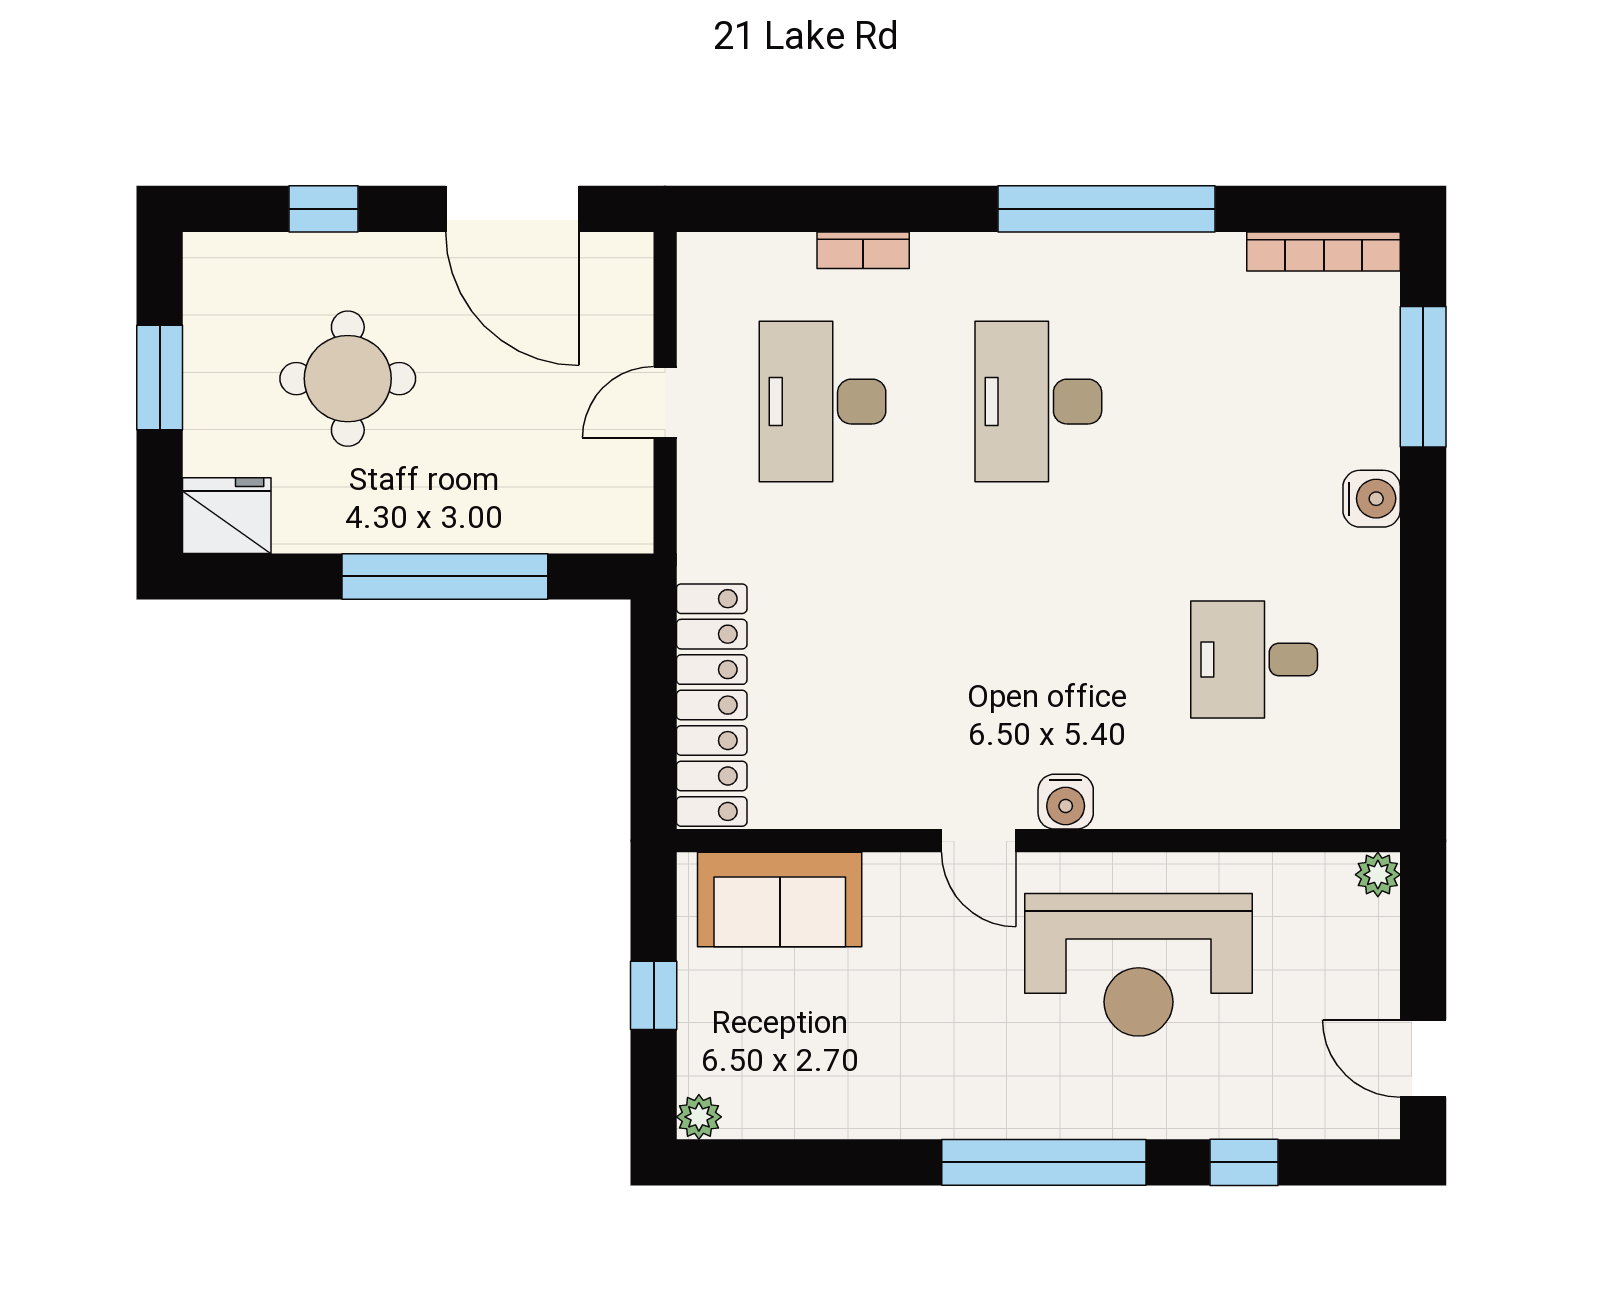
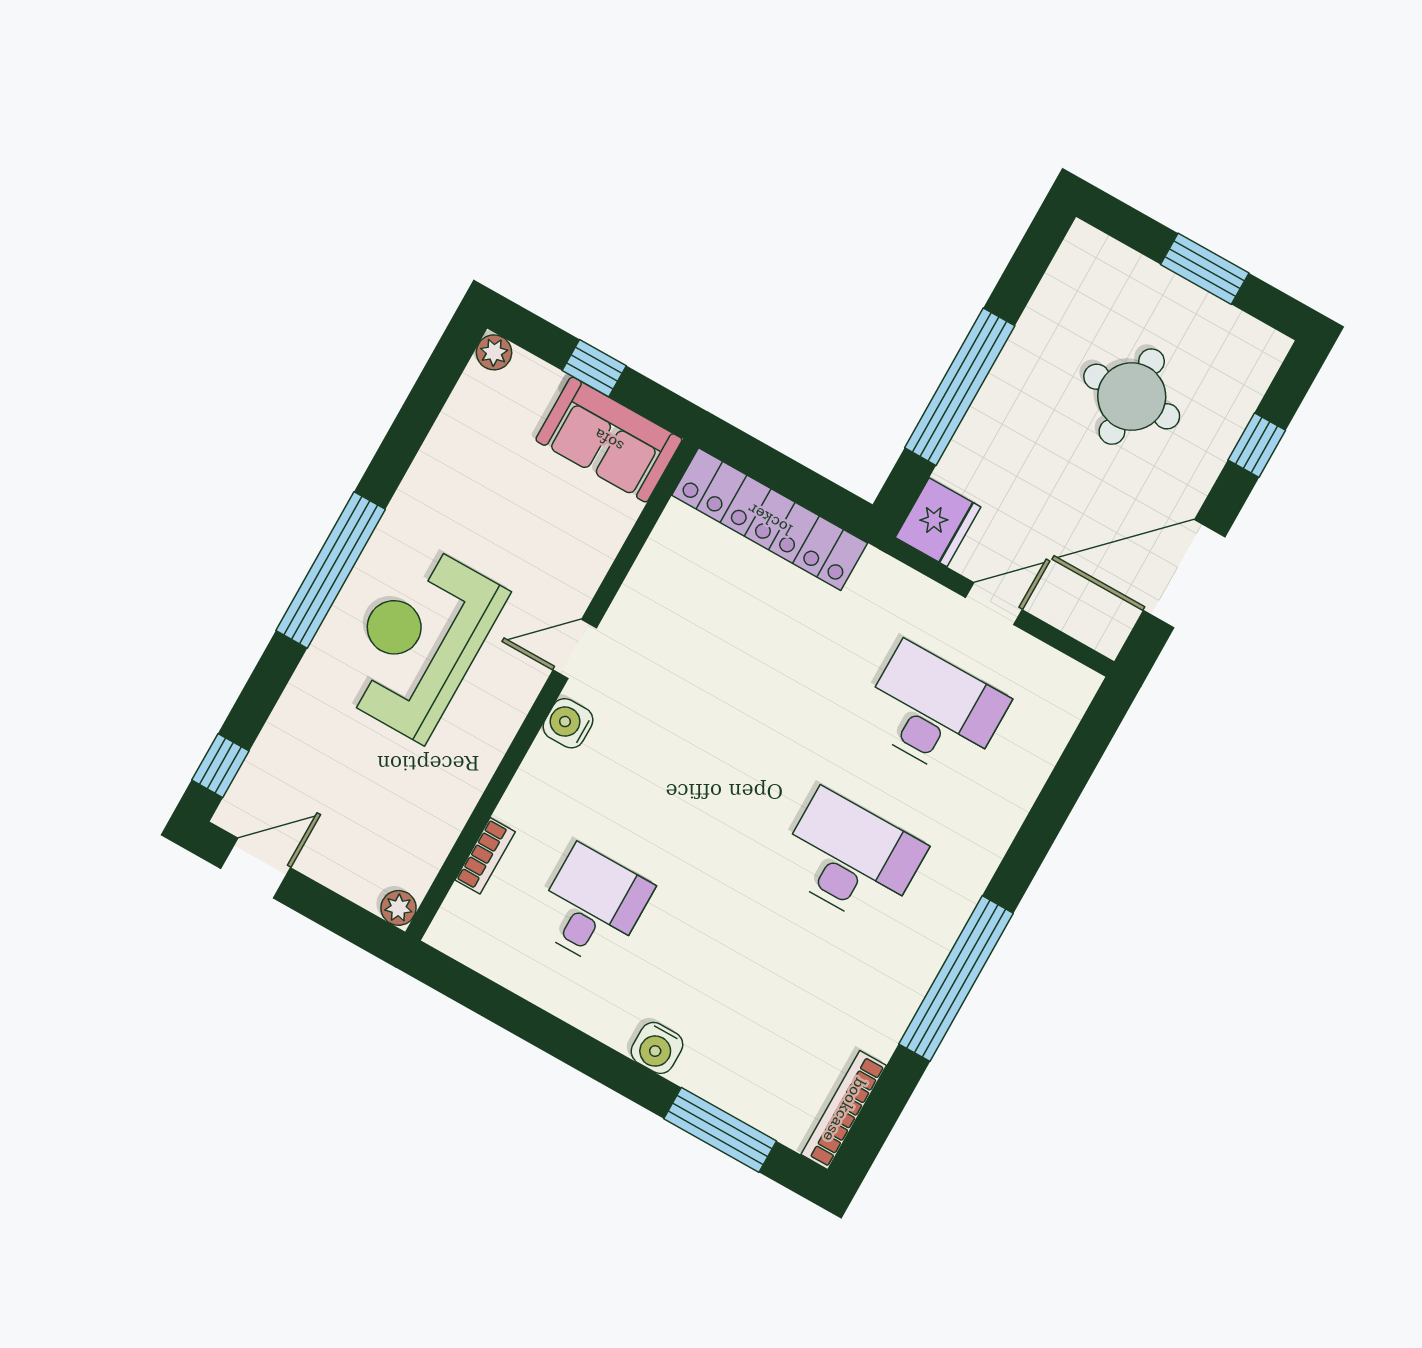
bookcase: (863, 250) -> (485, 856), moved, turned 180
door: (665, 402) -> (994, 604), hinge flipped
fridge: (227, 516) -> (938, 522), moved
sofa: (780, 900) -> (609, 440), moved, turned -90
reception desk: (1138, 965) -> (419, 642), moved
window: (1244, 1162) -> (220, 766), moved

